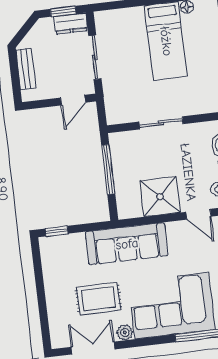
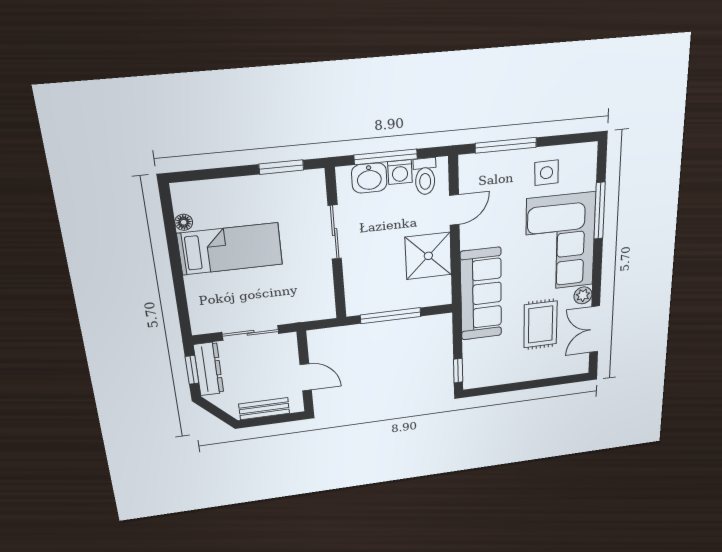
dresser: (71, 24) -> (209, 369), width x1.44
door: (73, 100) -> (306, 377), moved
sliding door: (161, 123) -> (335, 232), moved

